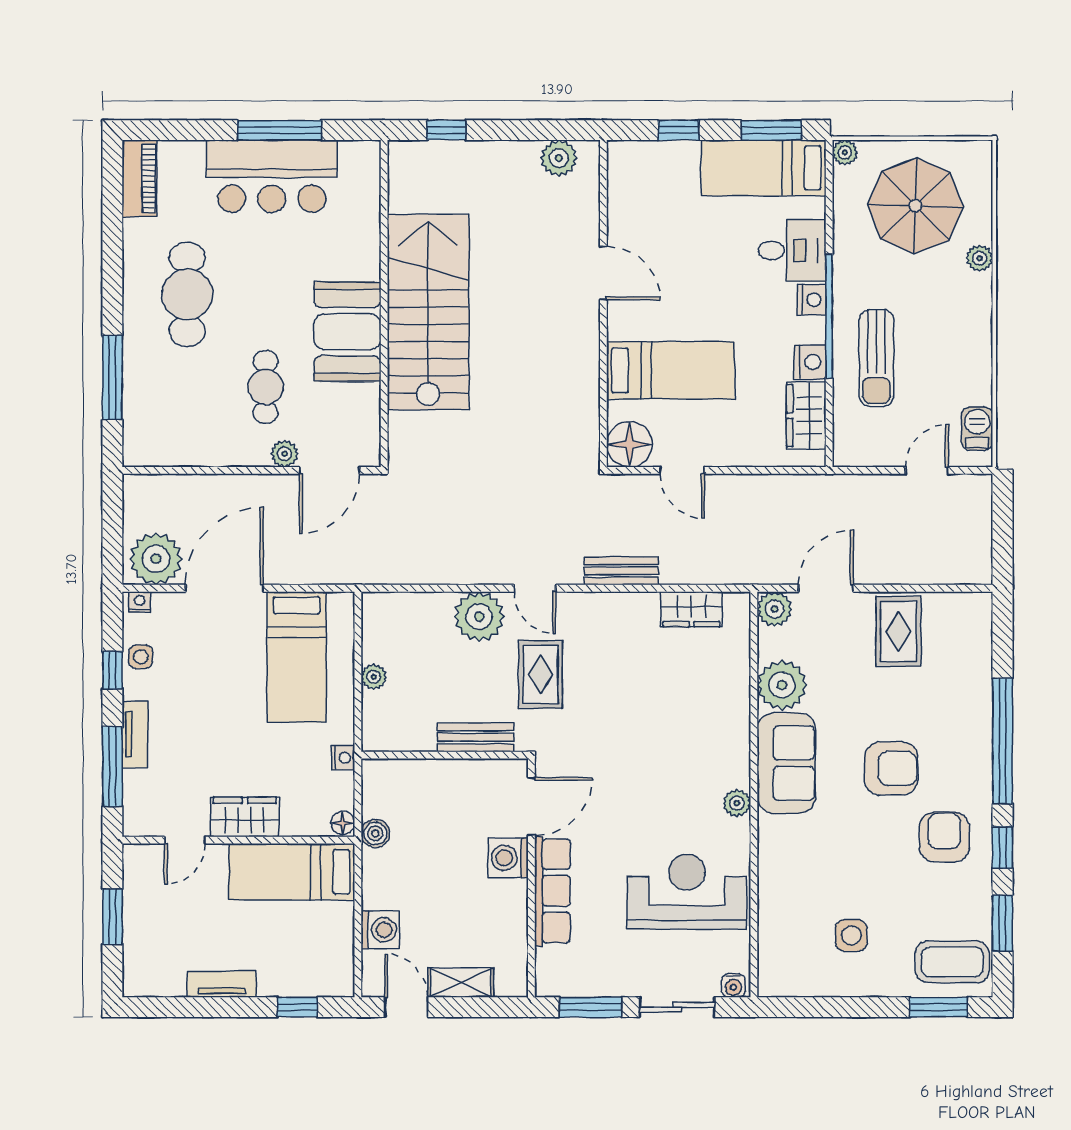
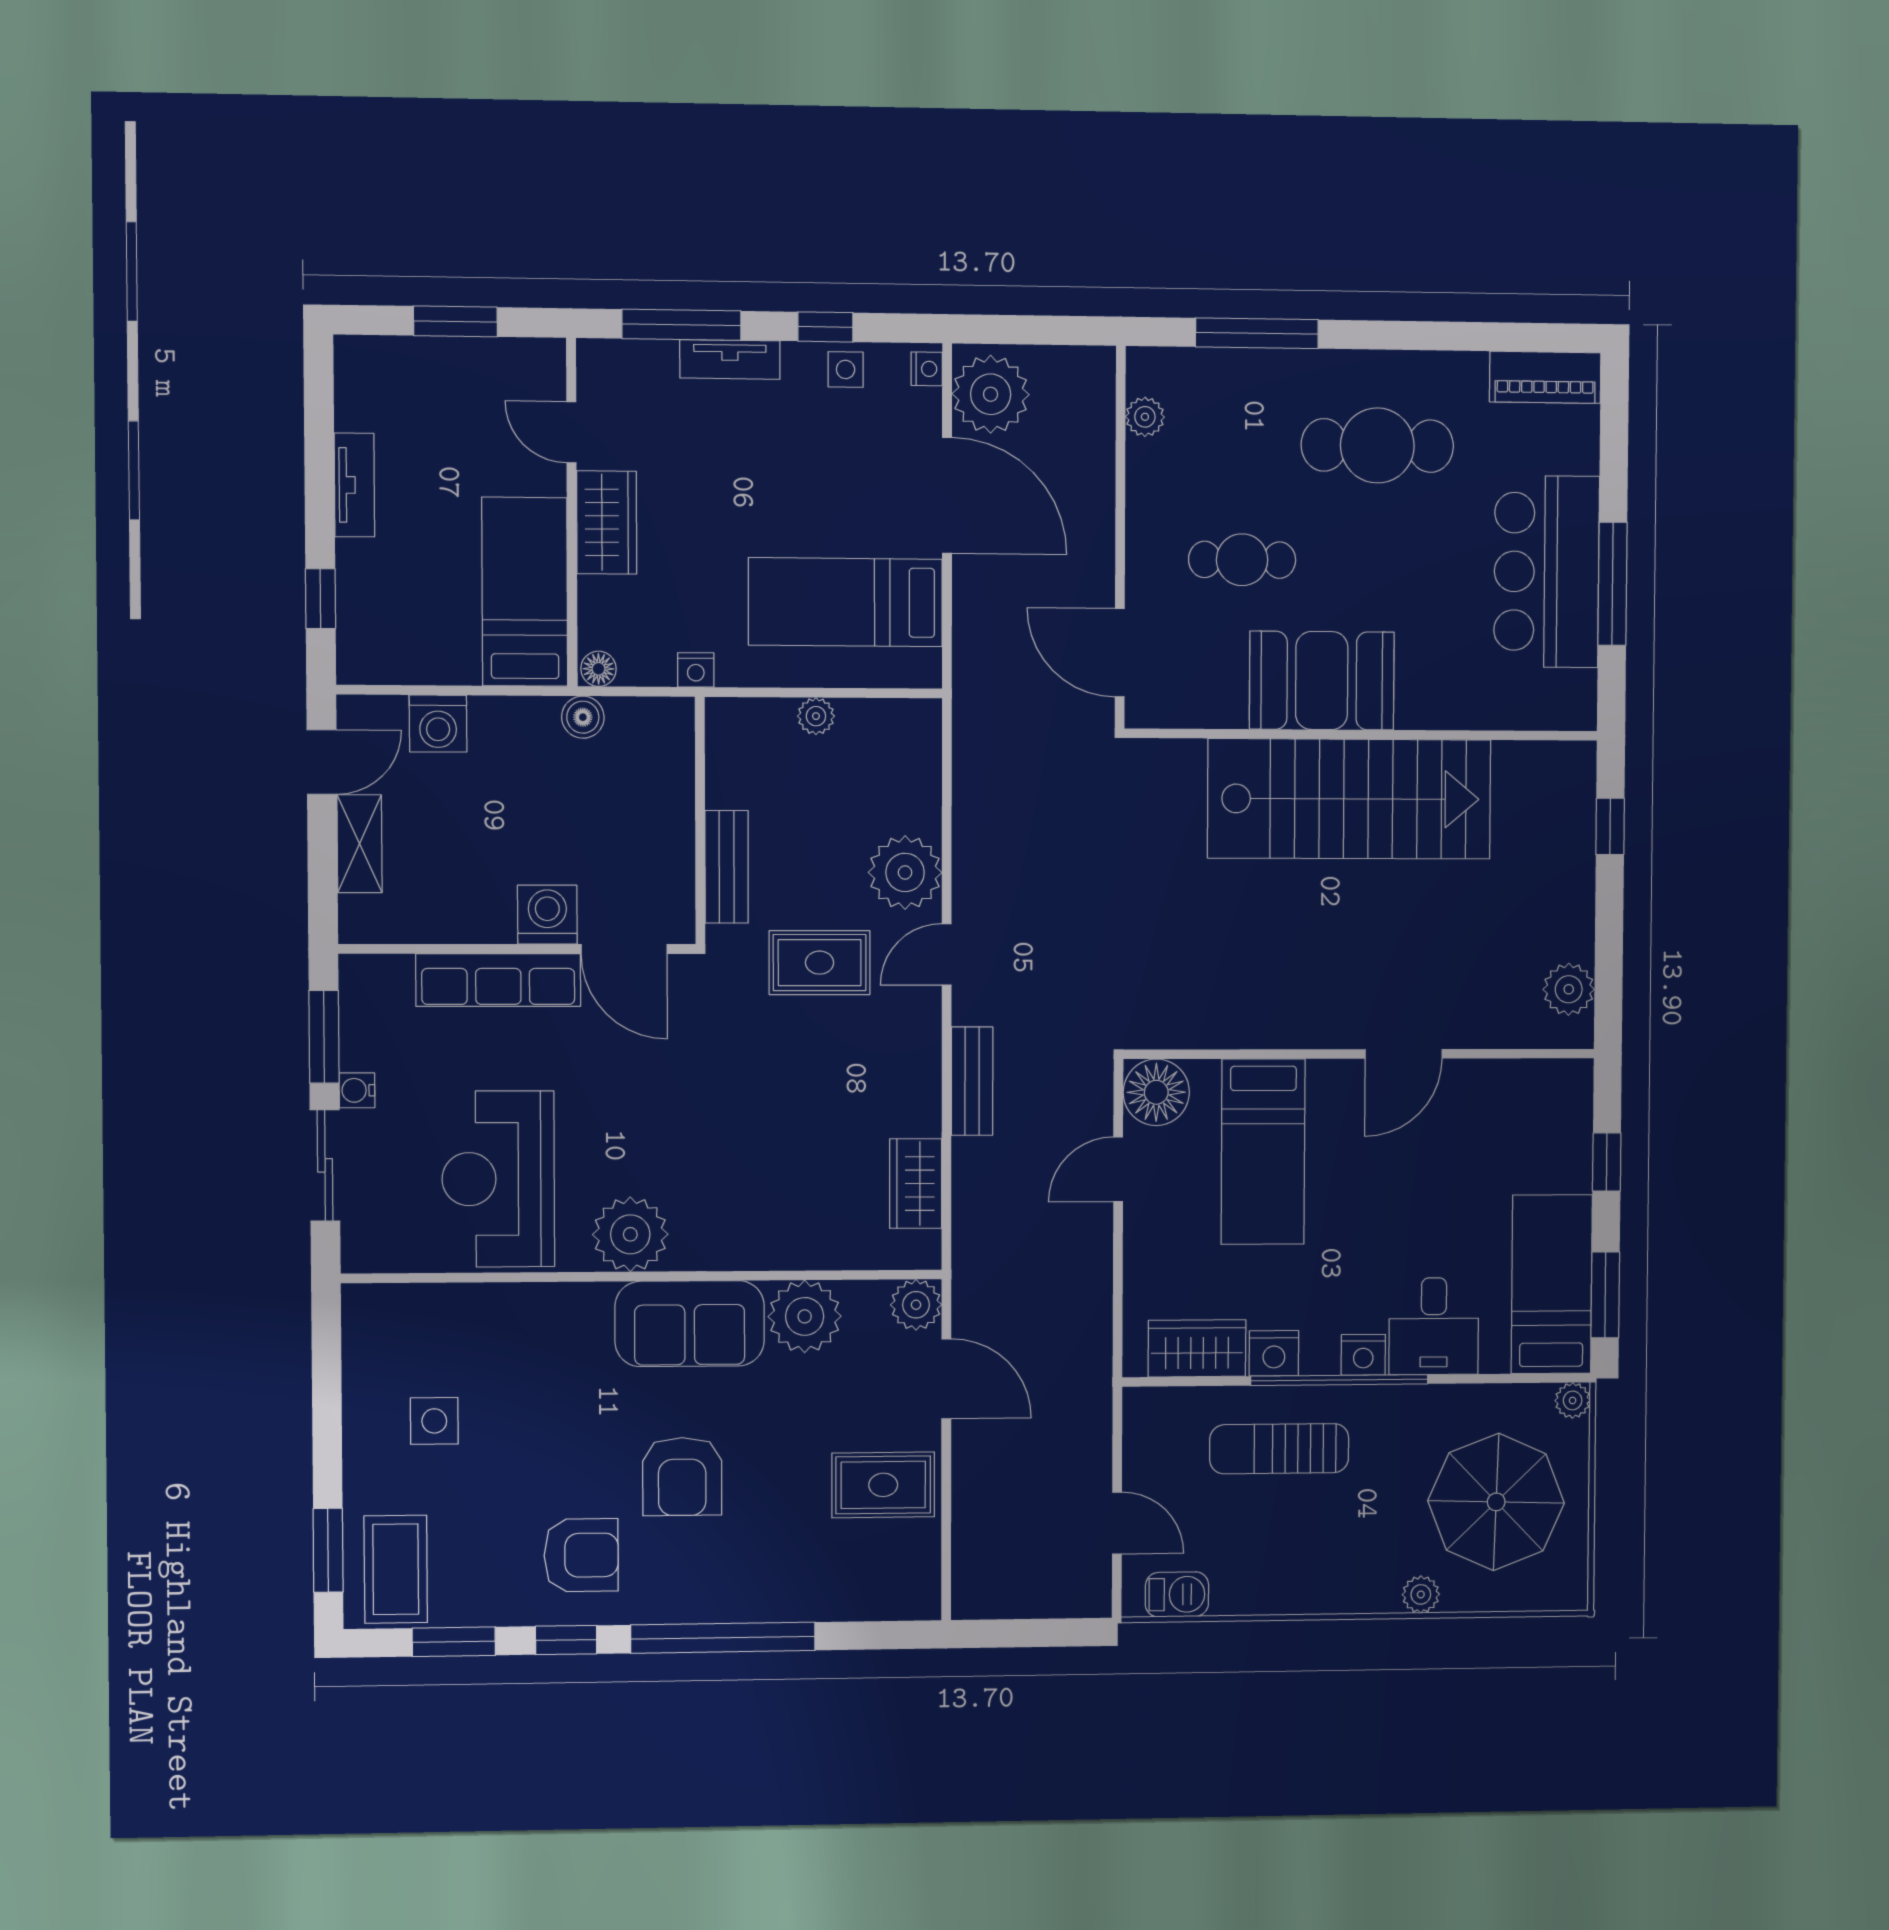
plant: (284, 454) -> (1145, 417), moved
plant: (737, 803) -> (630, 1234), width x1.87, depth x1.87
reception desk: (687, 892) -> (498, 1179), turned 180
water cooler: (733, 986) -> (357, 1090), moved

